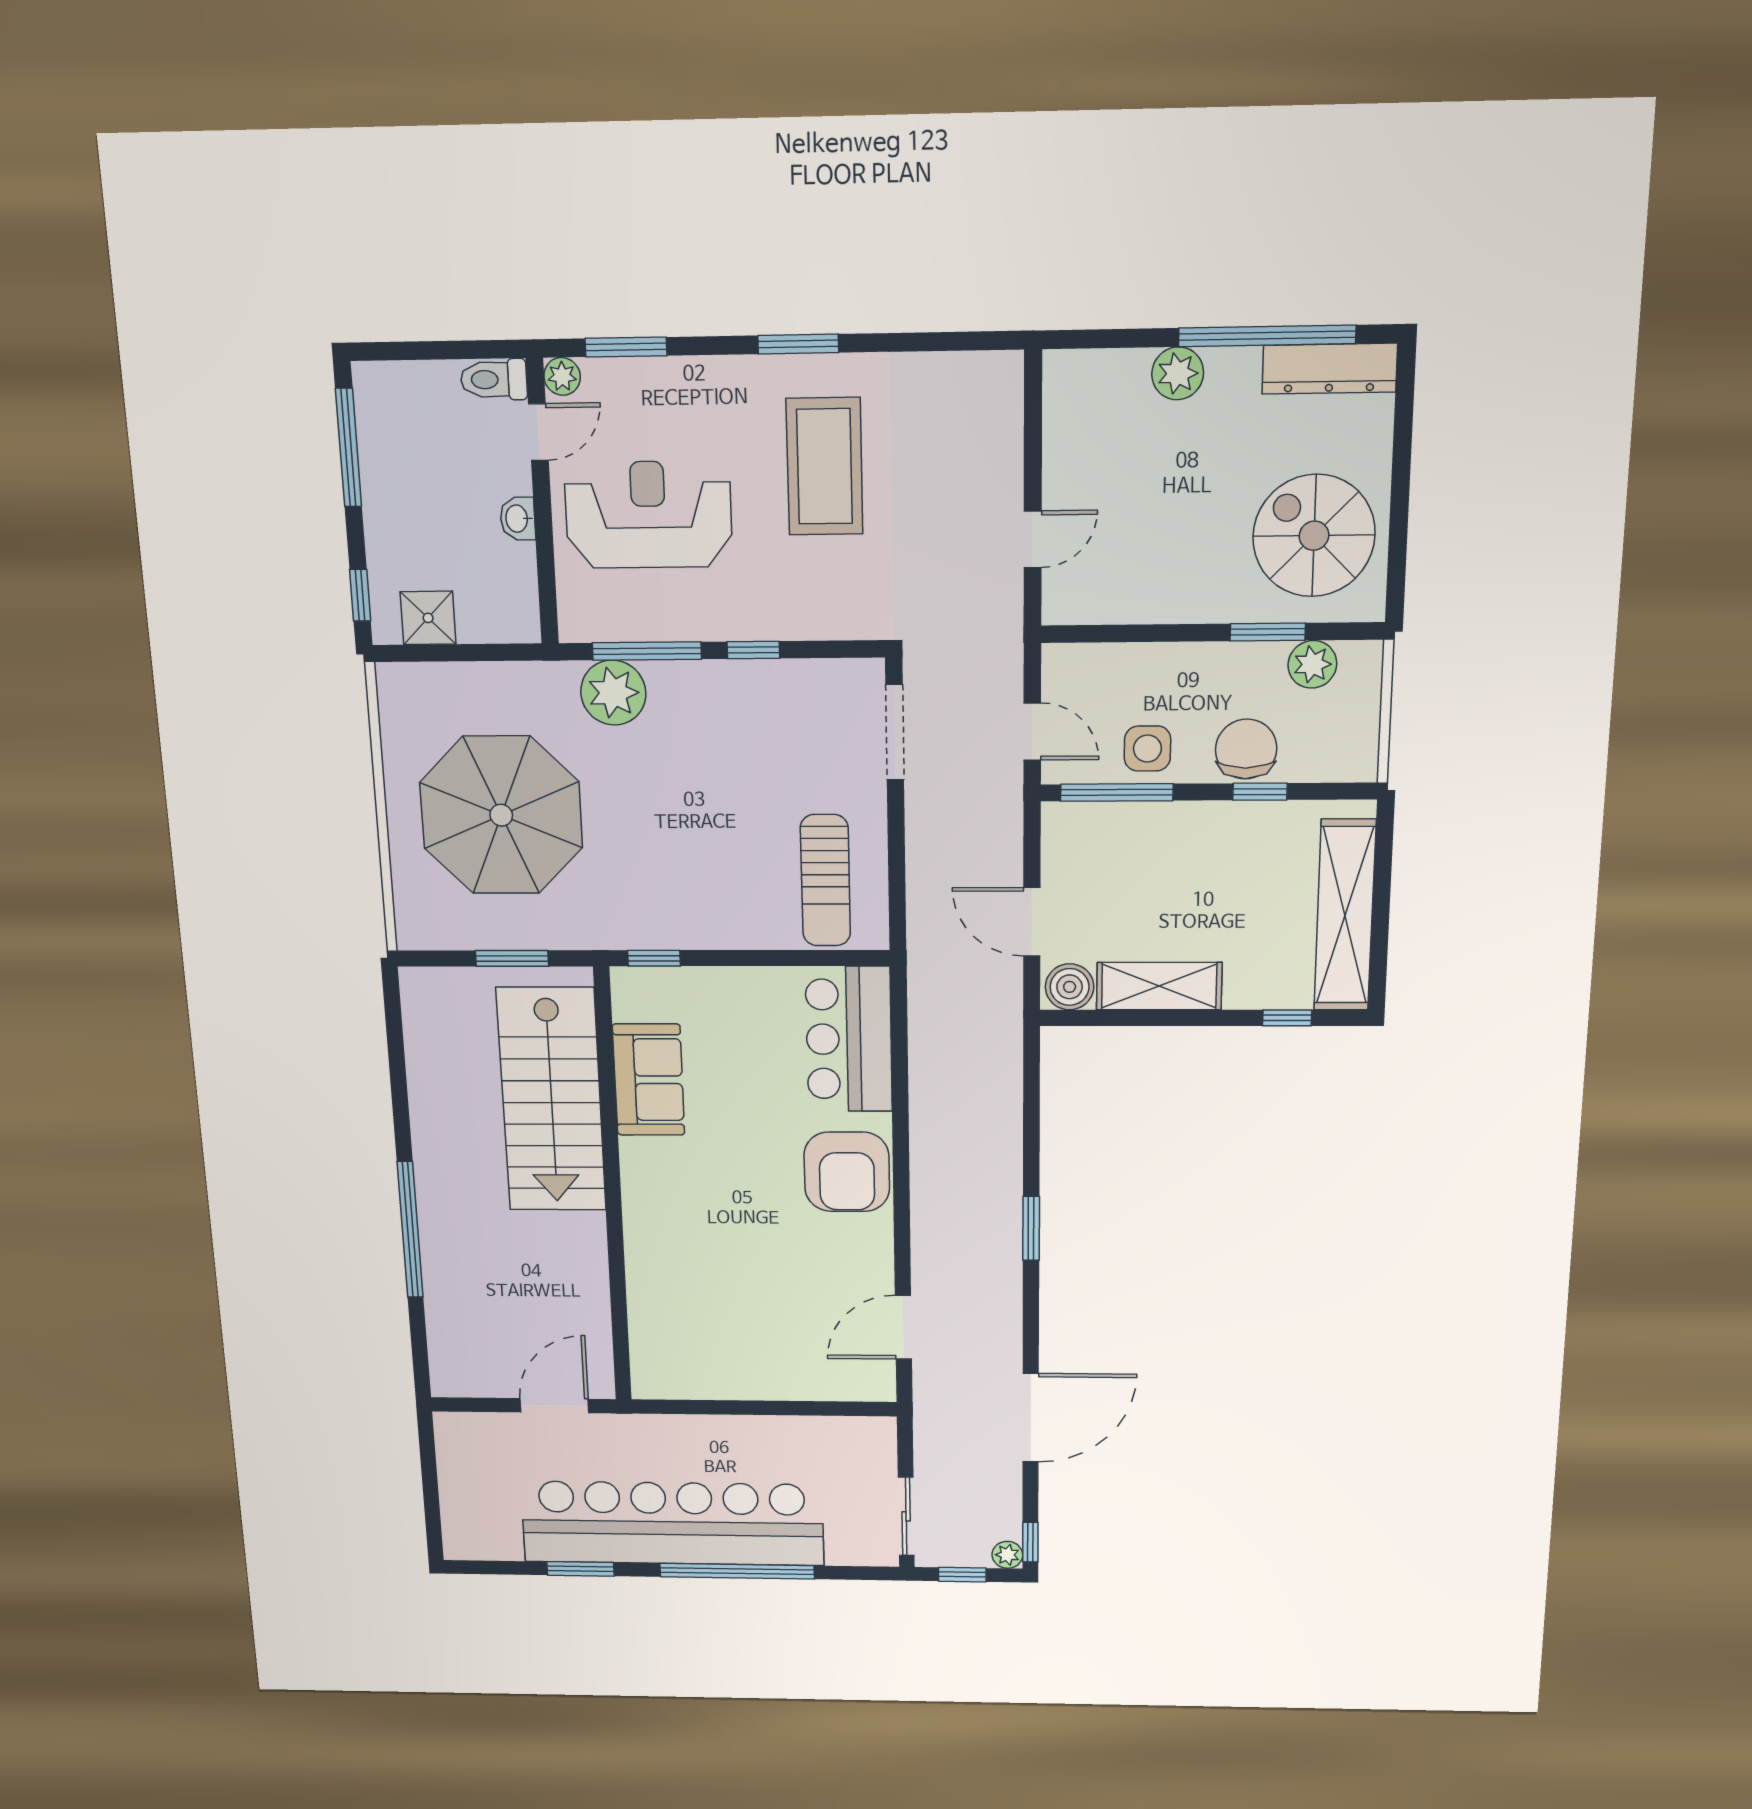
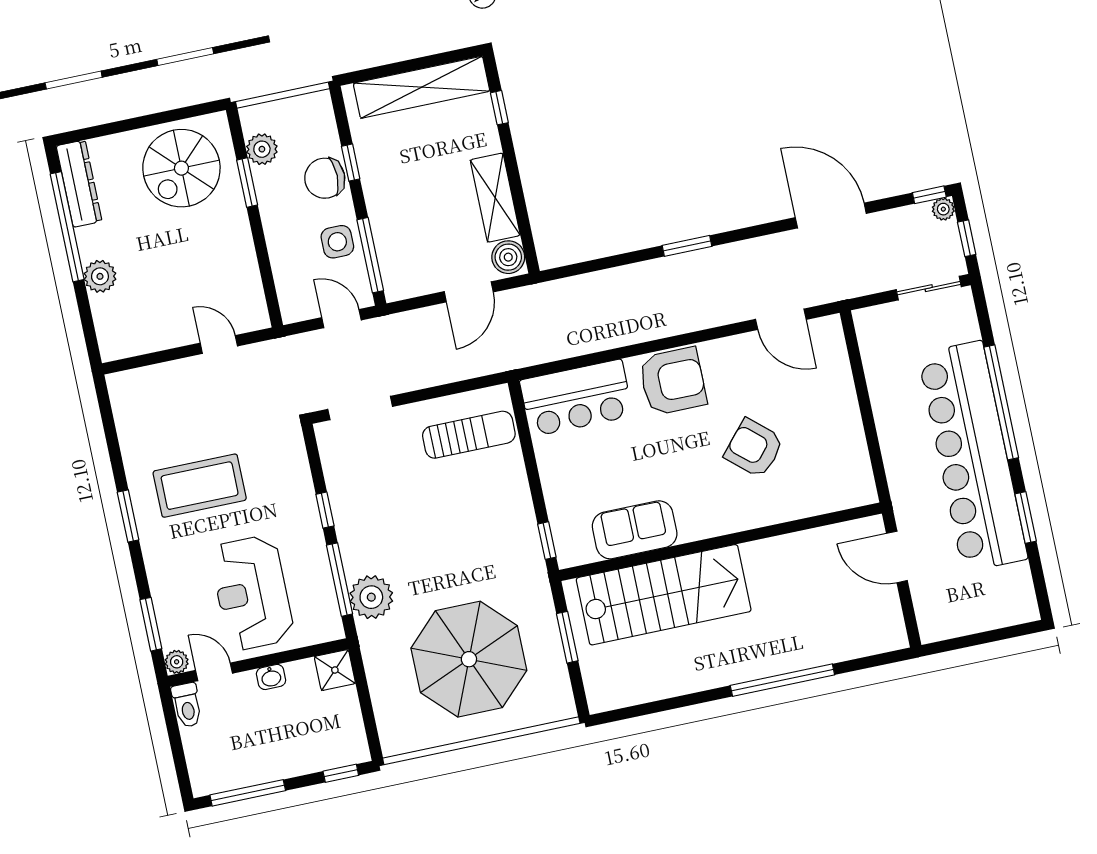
shower: (428, 618) -> (335, 670), moved
door: (1032, 732) -> (341, 319), hinge flipped
armchair: (734, 1258) -> (754, 448), added

